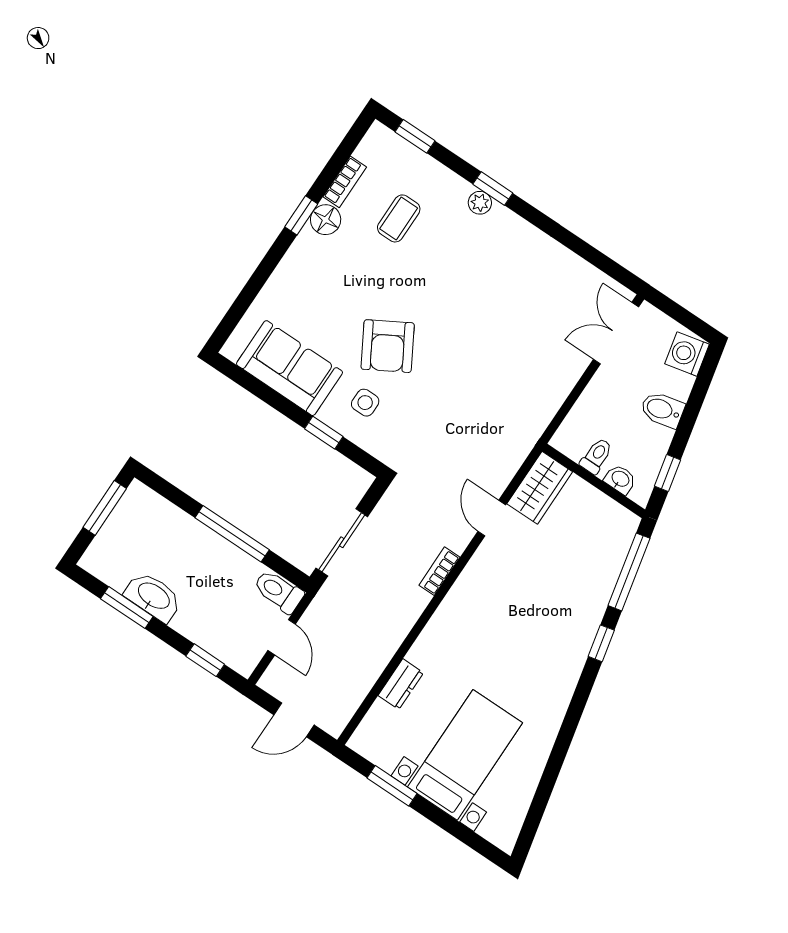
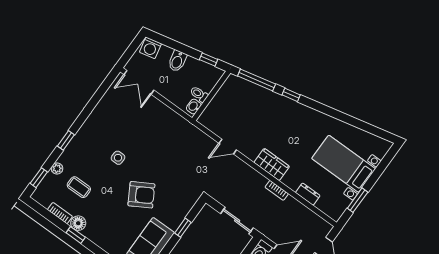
plant: (480, 203) -> (57, 168), moved
side table: (365, 403) -> (118, 158), moved
washbasin: (620, 479) -> (194, 107), moved
wardrobe: (540, 488) -> (272, 164), moved
bookcase: (439, 571) -> (277, 190), moved

